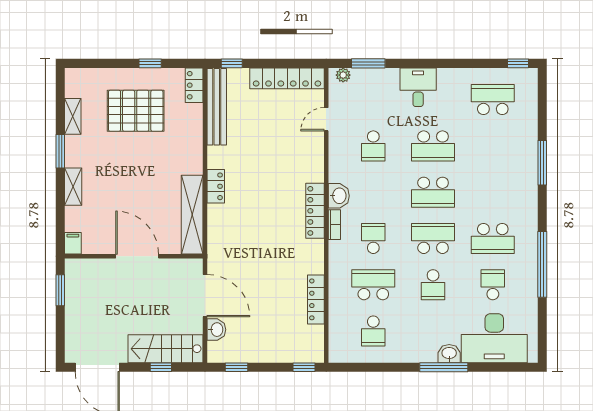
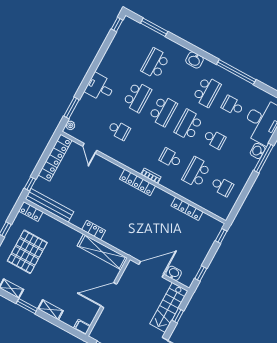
school desk: (493, 100) -> (155, 64), moved
window: (542, 163) -> (154, 27), moved
washbasin: (339, 196) -> (195, 60), moved, turned 180

